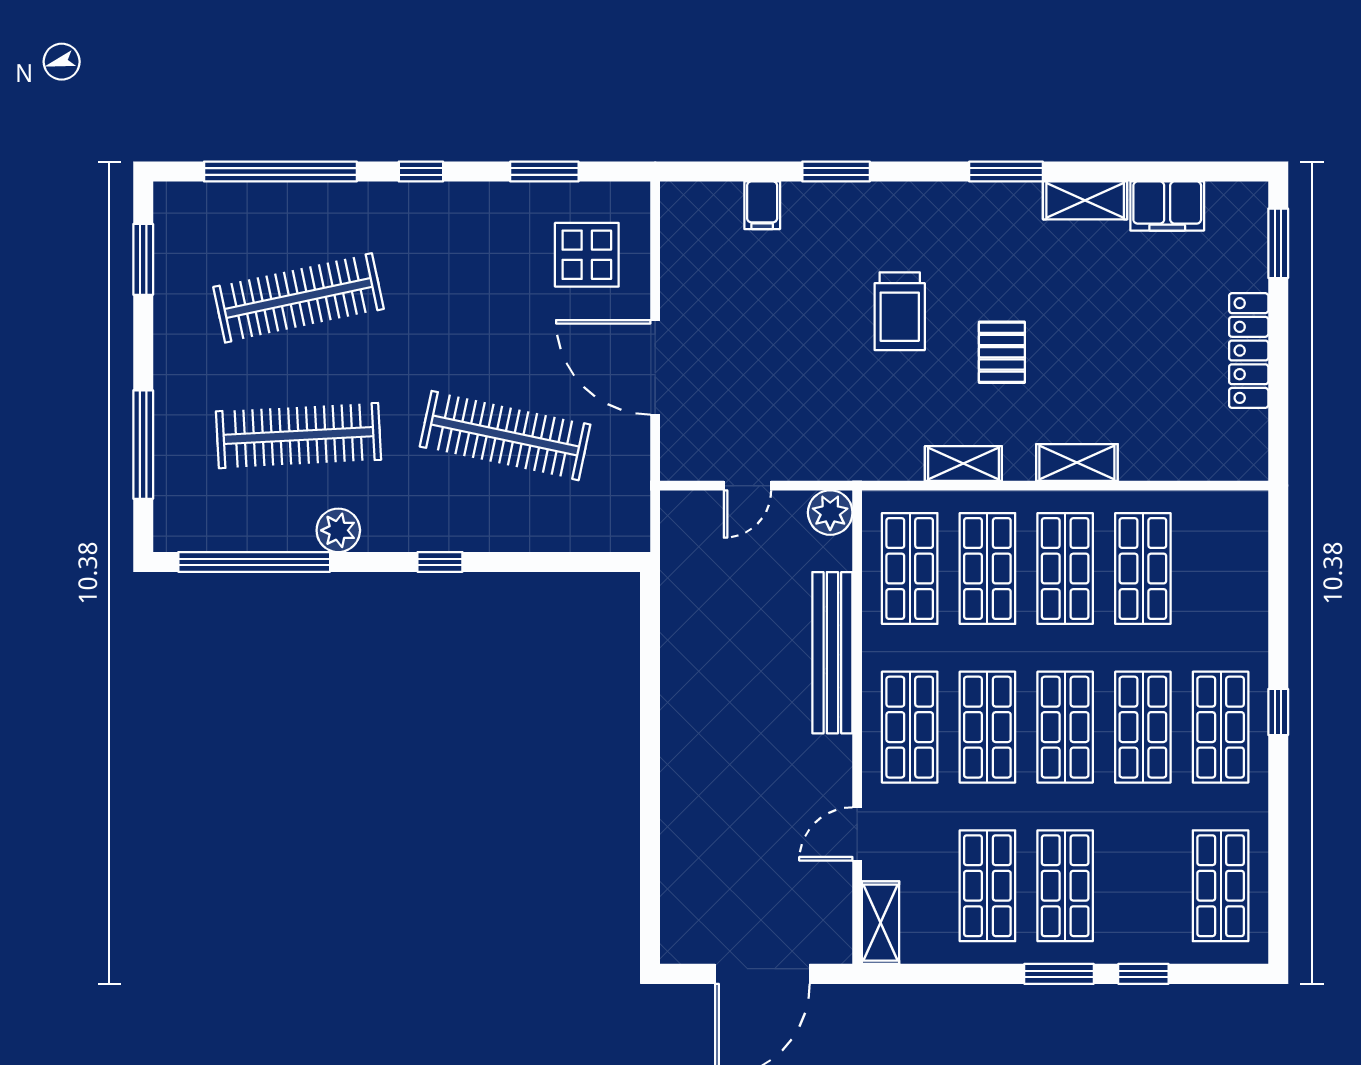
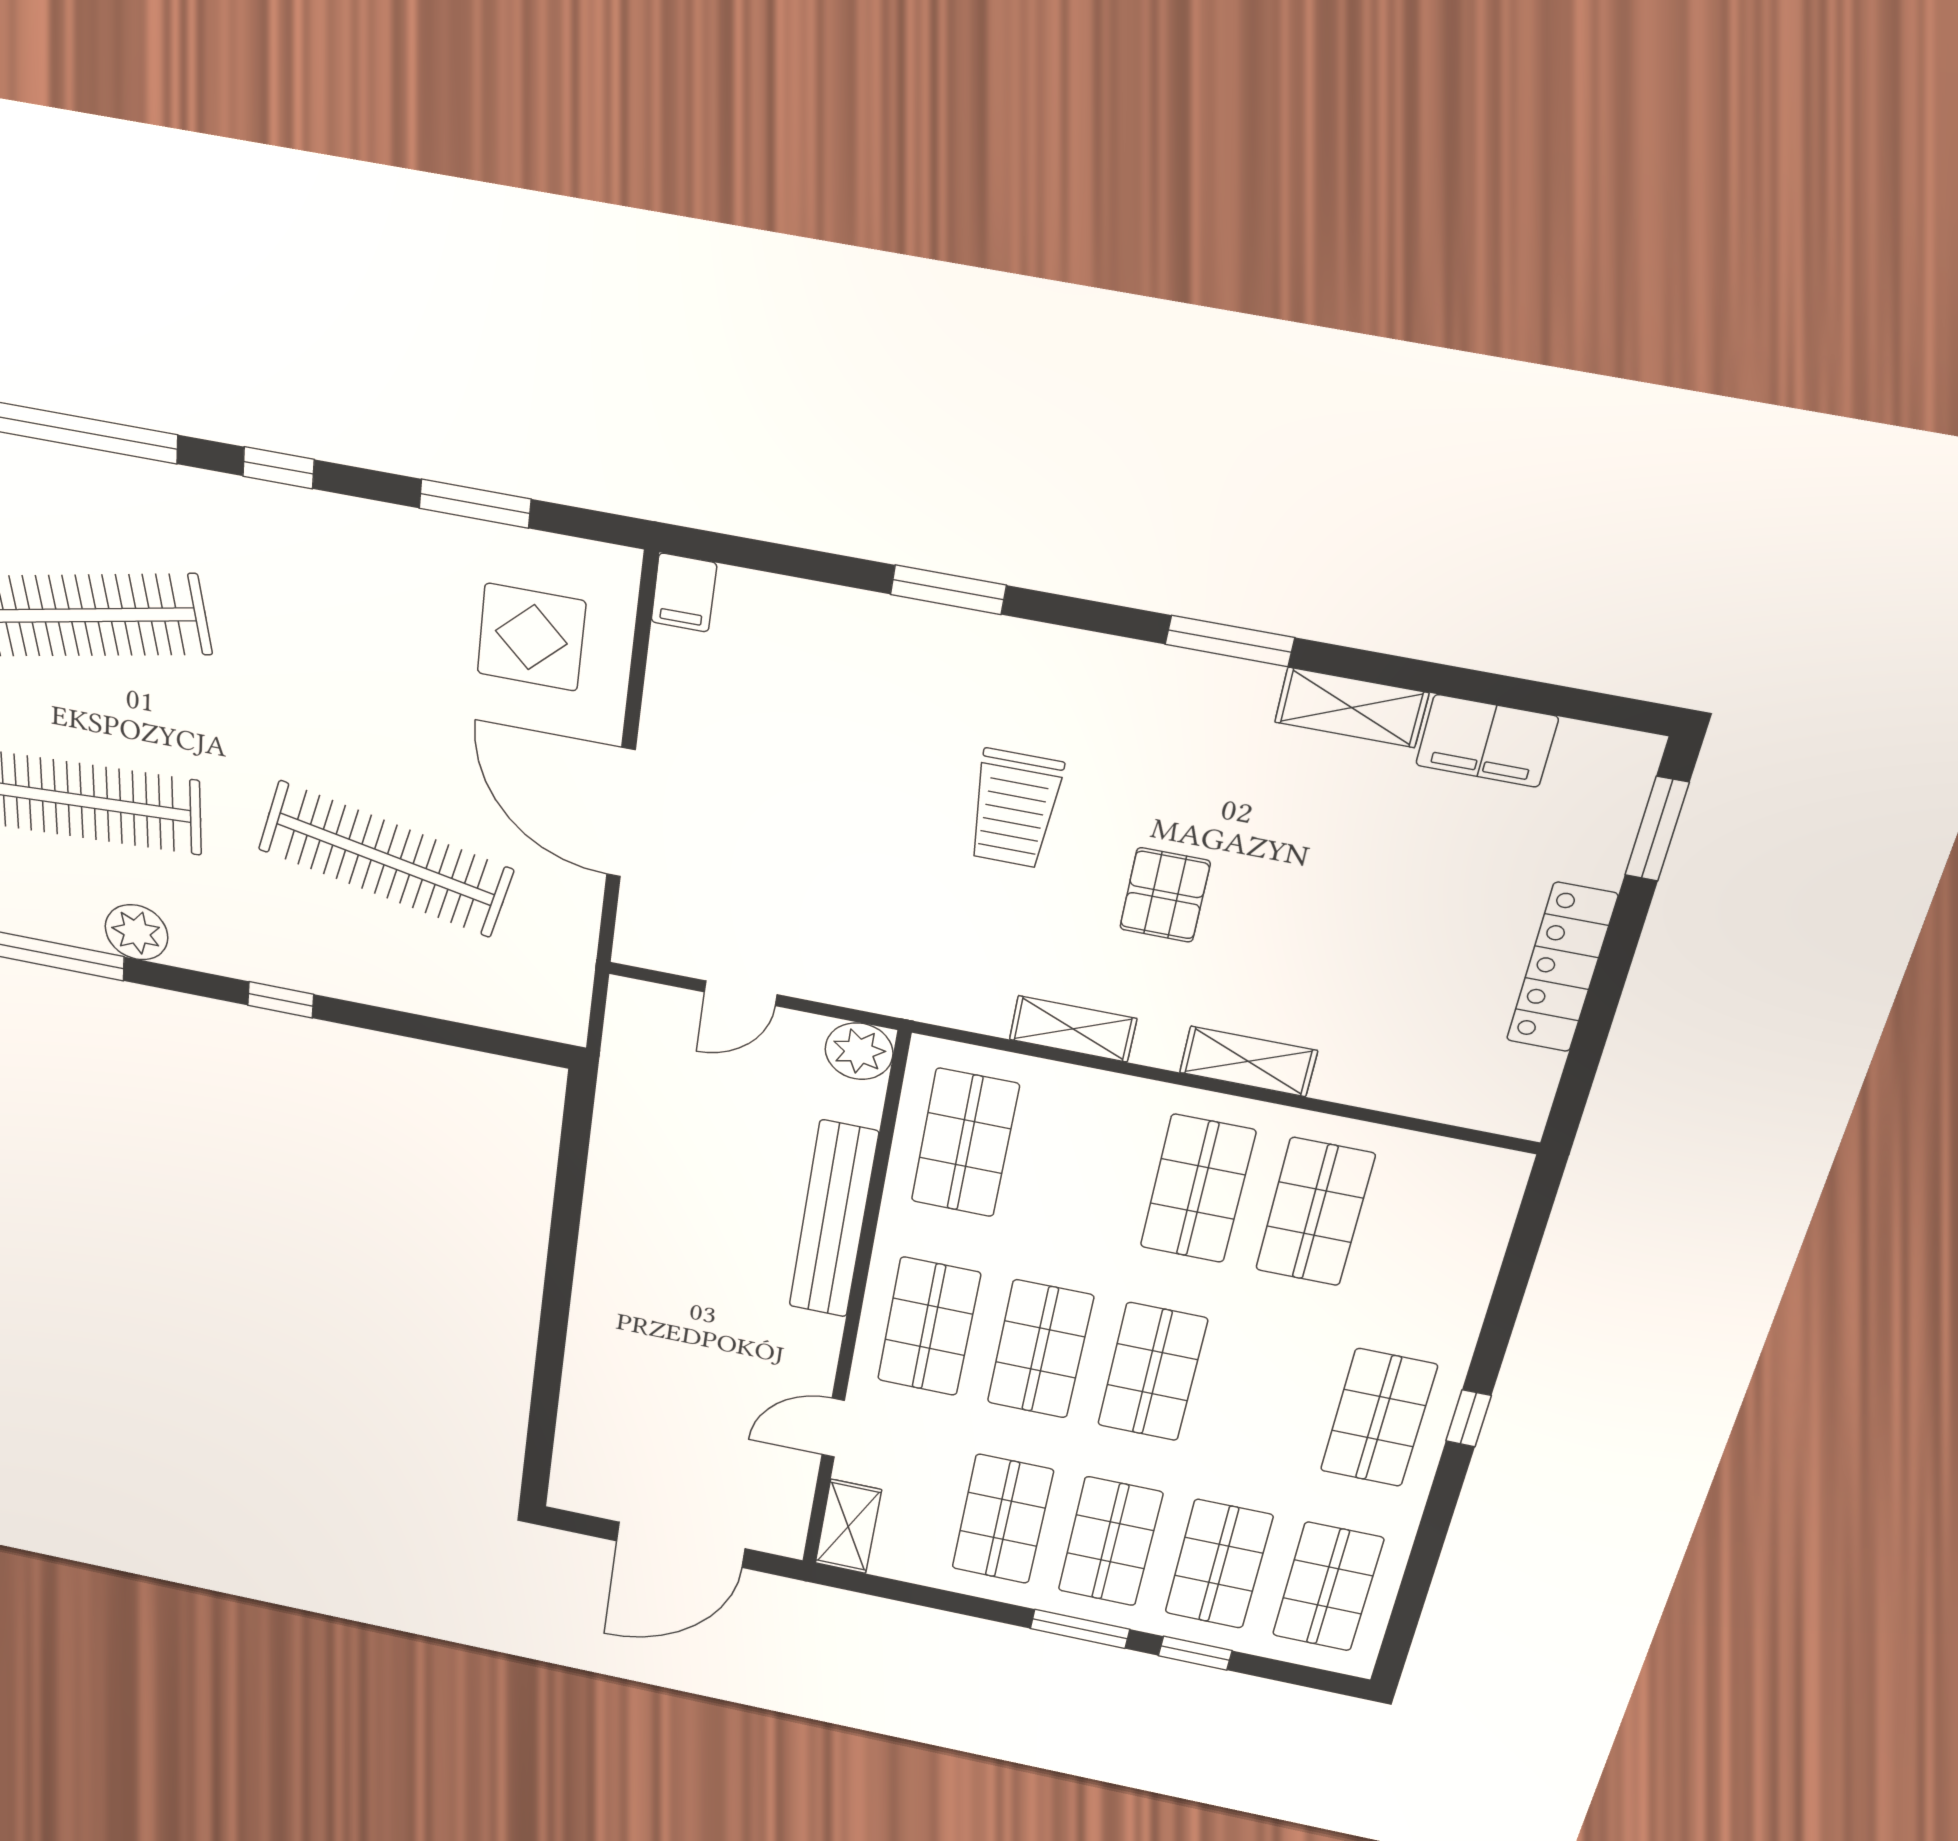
filing cabinet: (762, 205) -> (684, 593), moved
shop shelf: (987, 569) -> (1081, 1166), removed
shop shelf: (1143, 727) -> (1219, 1564), moved

